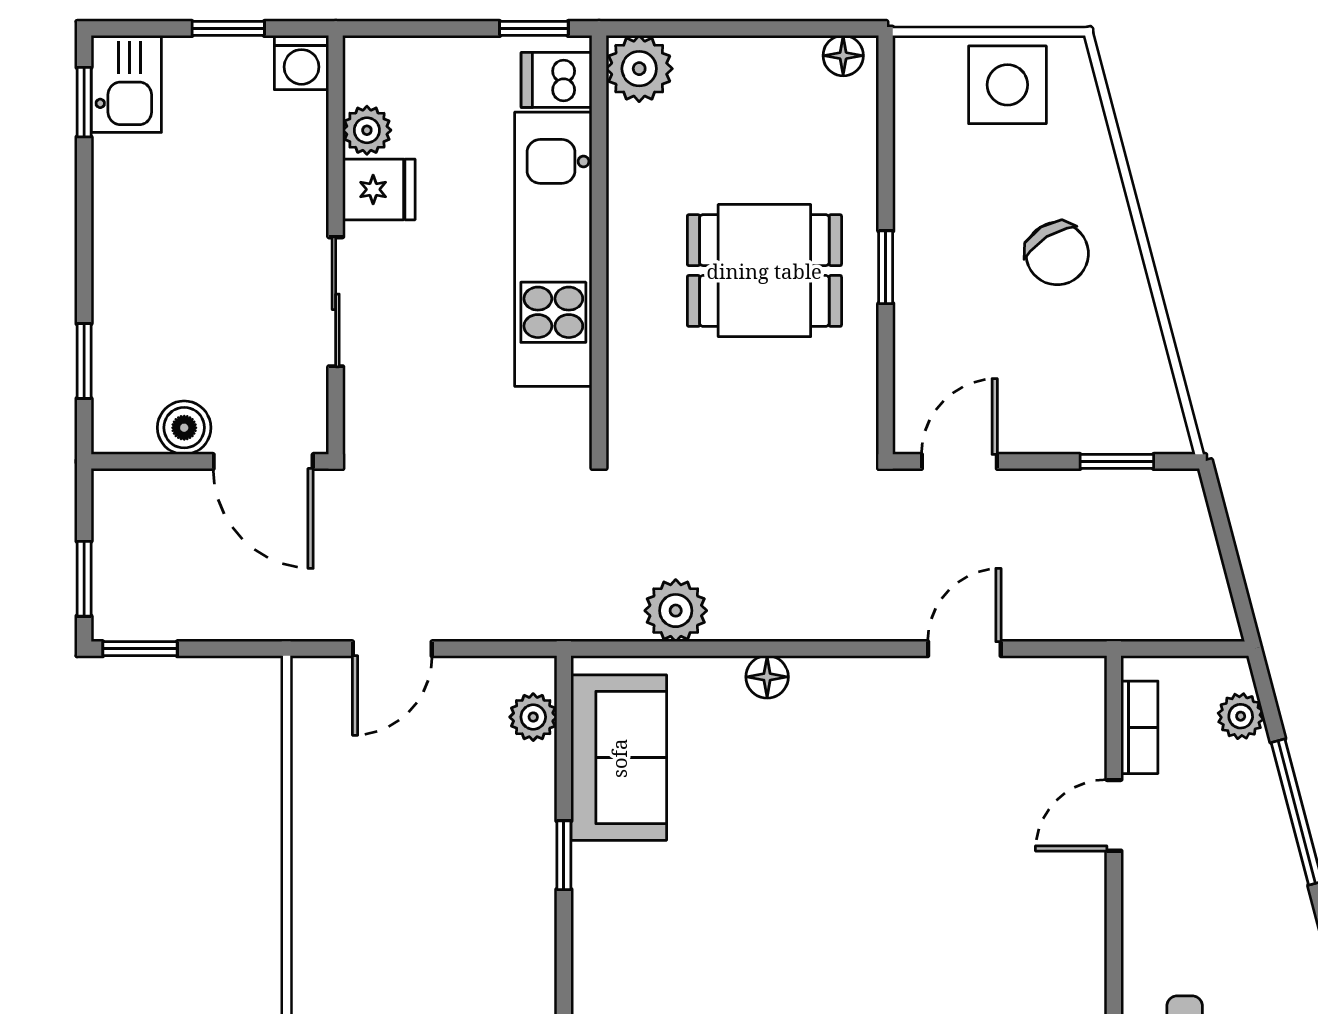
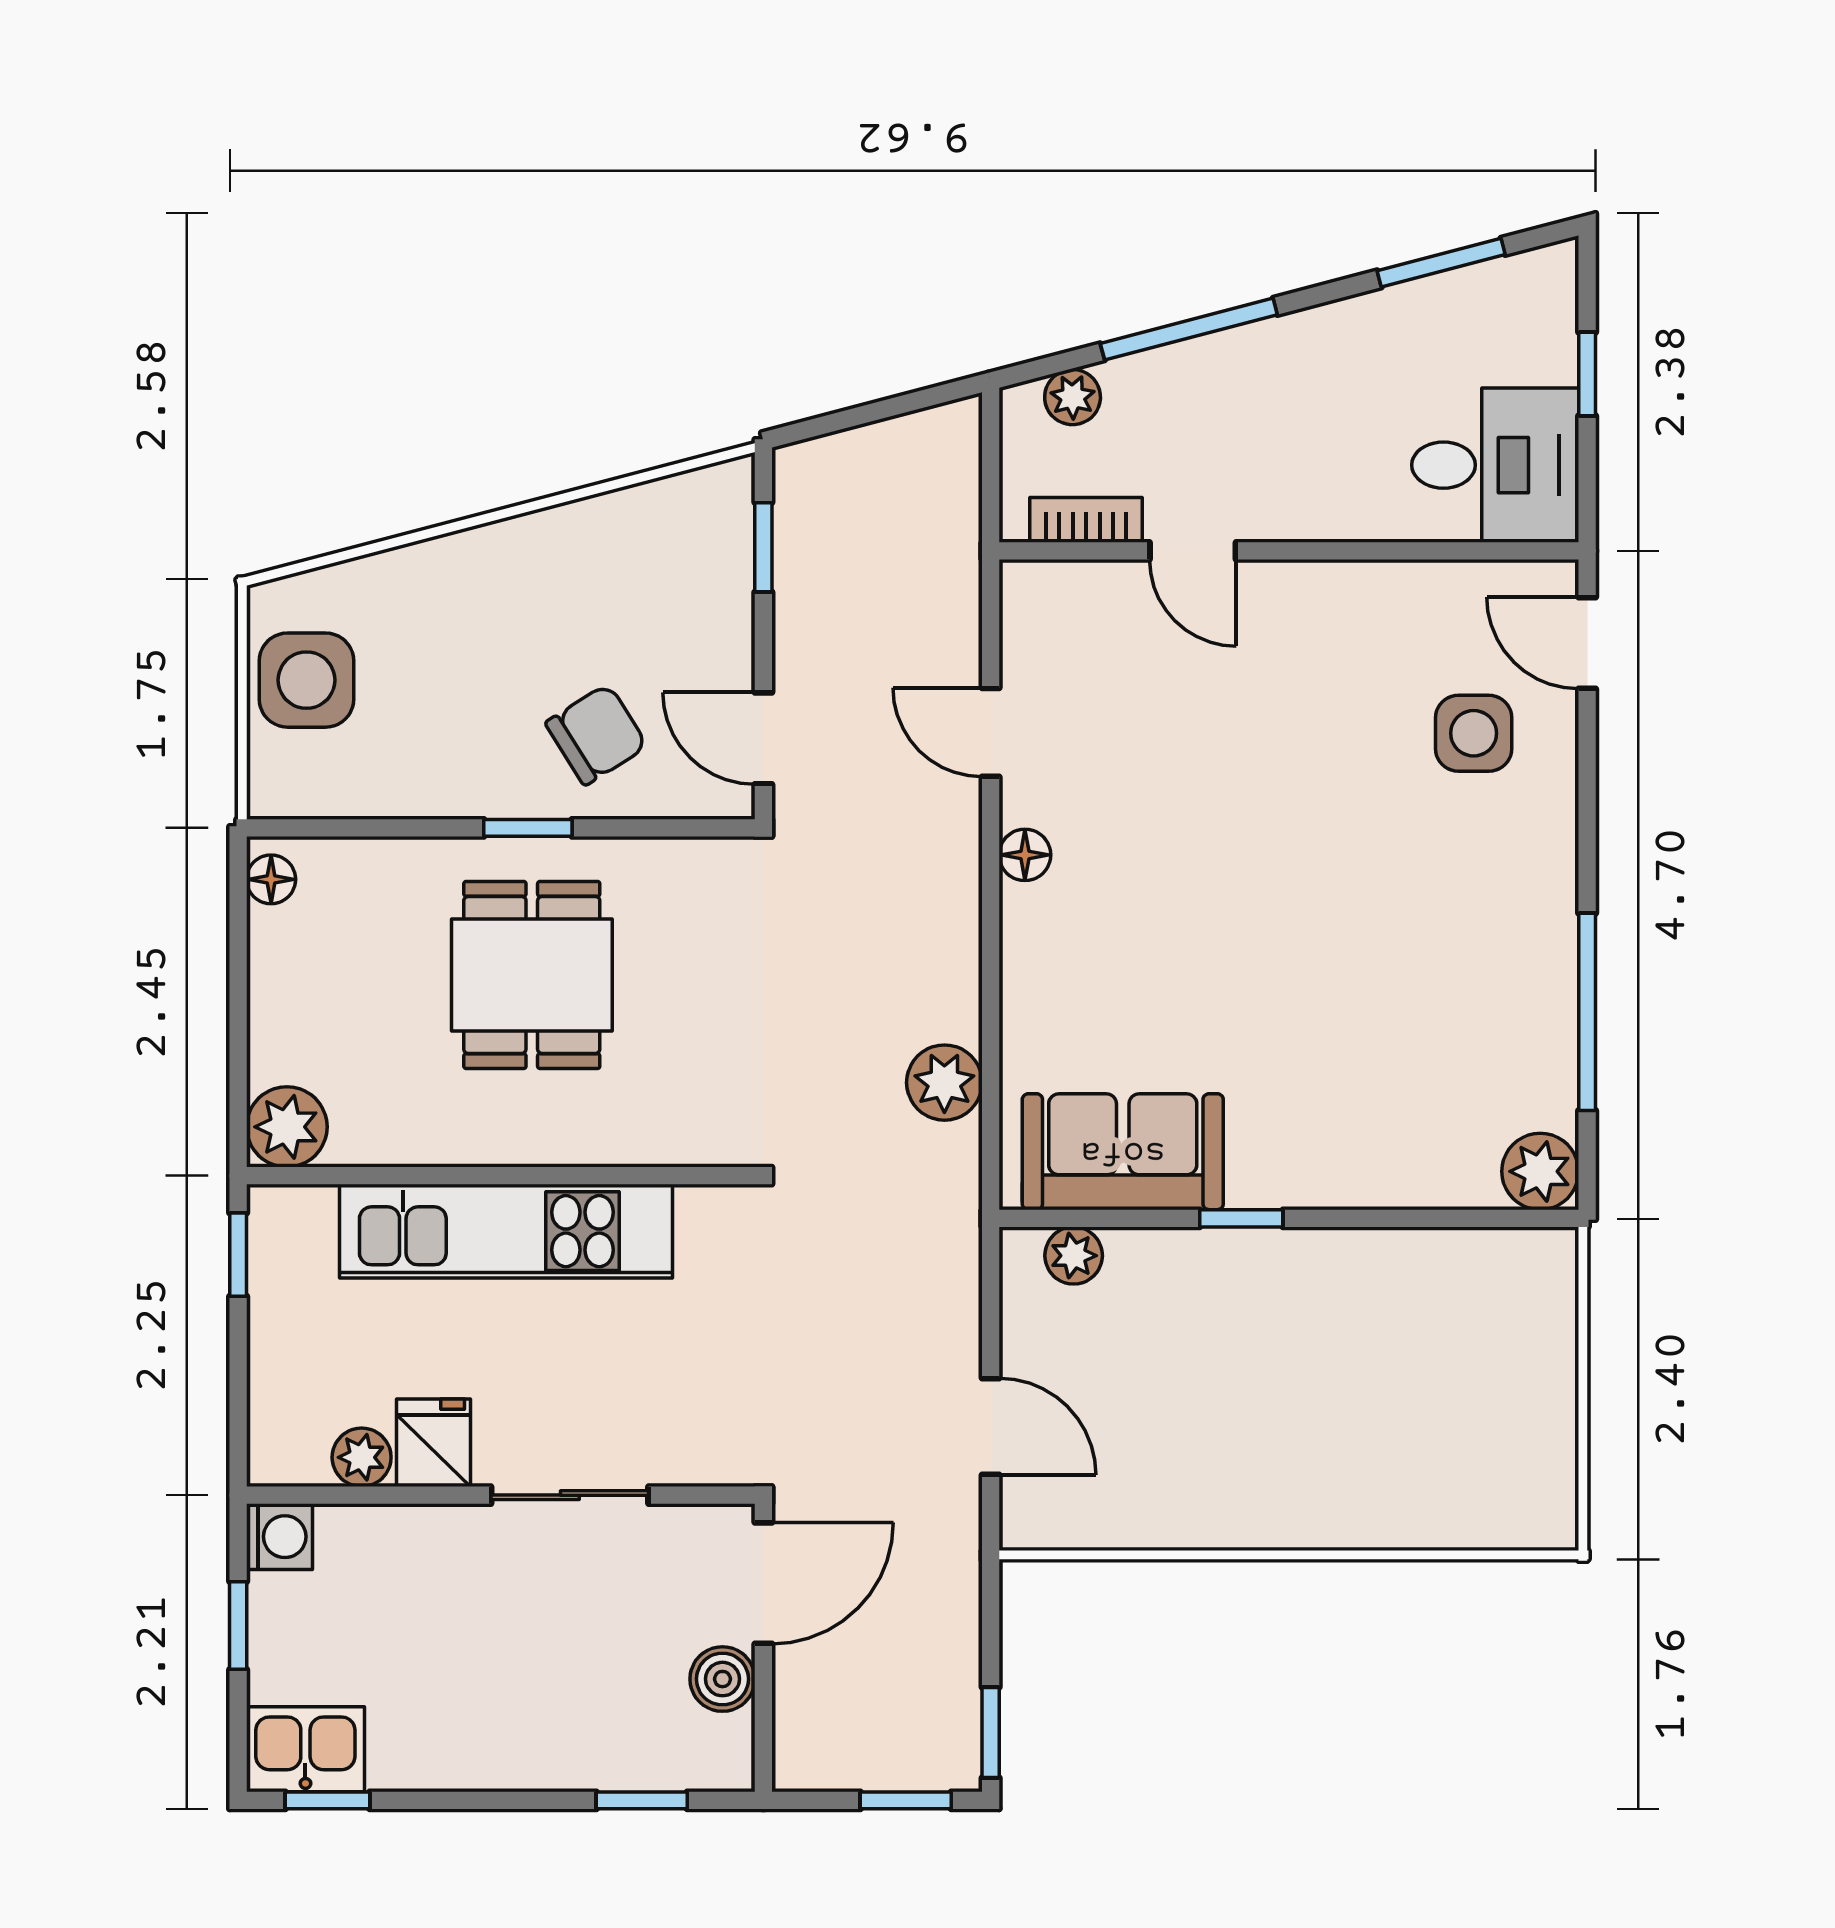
dishwasher: (557, 80) -> (301, 1227), removed
chair: (1057, 254) -> (596, 735), moved
floor lamp: (767, 677) -> (1025, 855), moved

